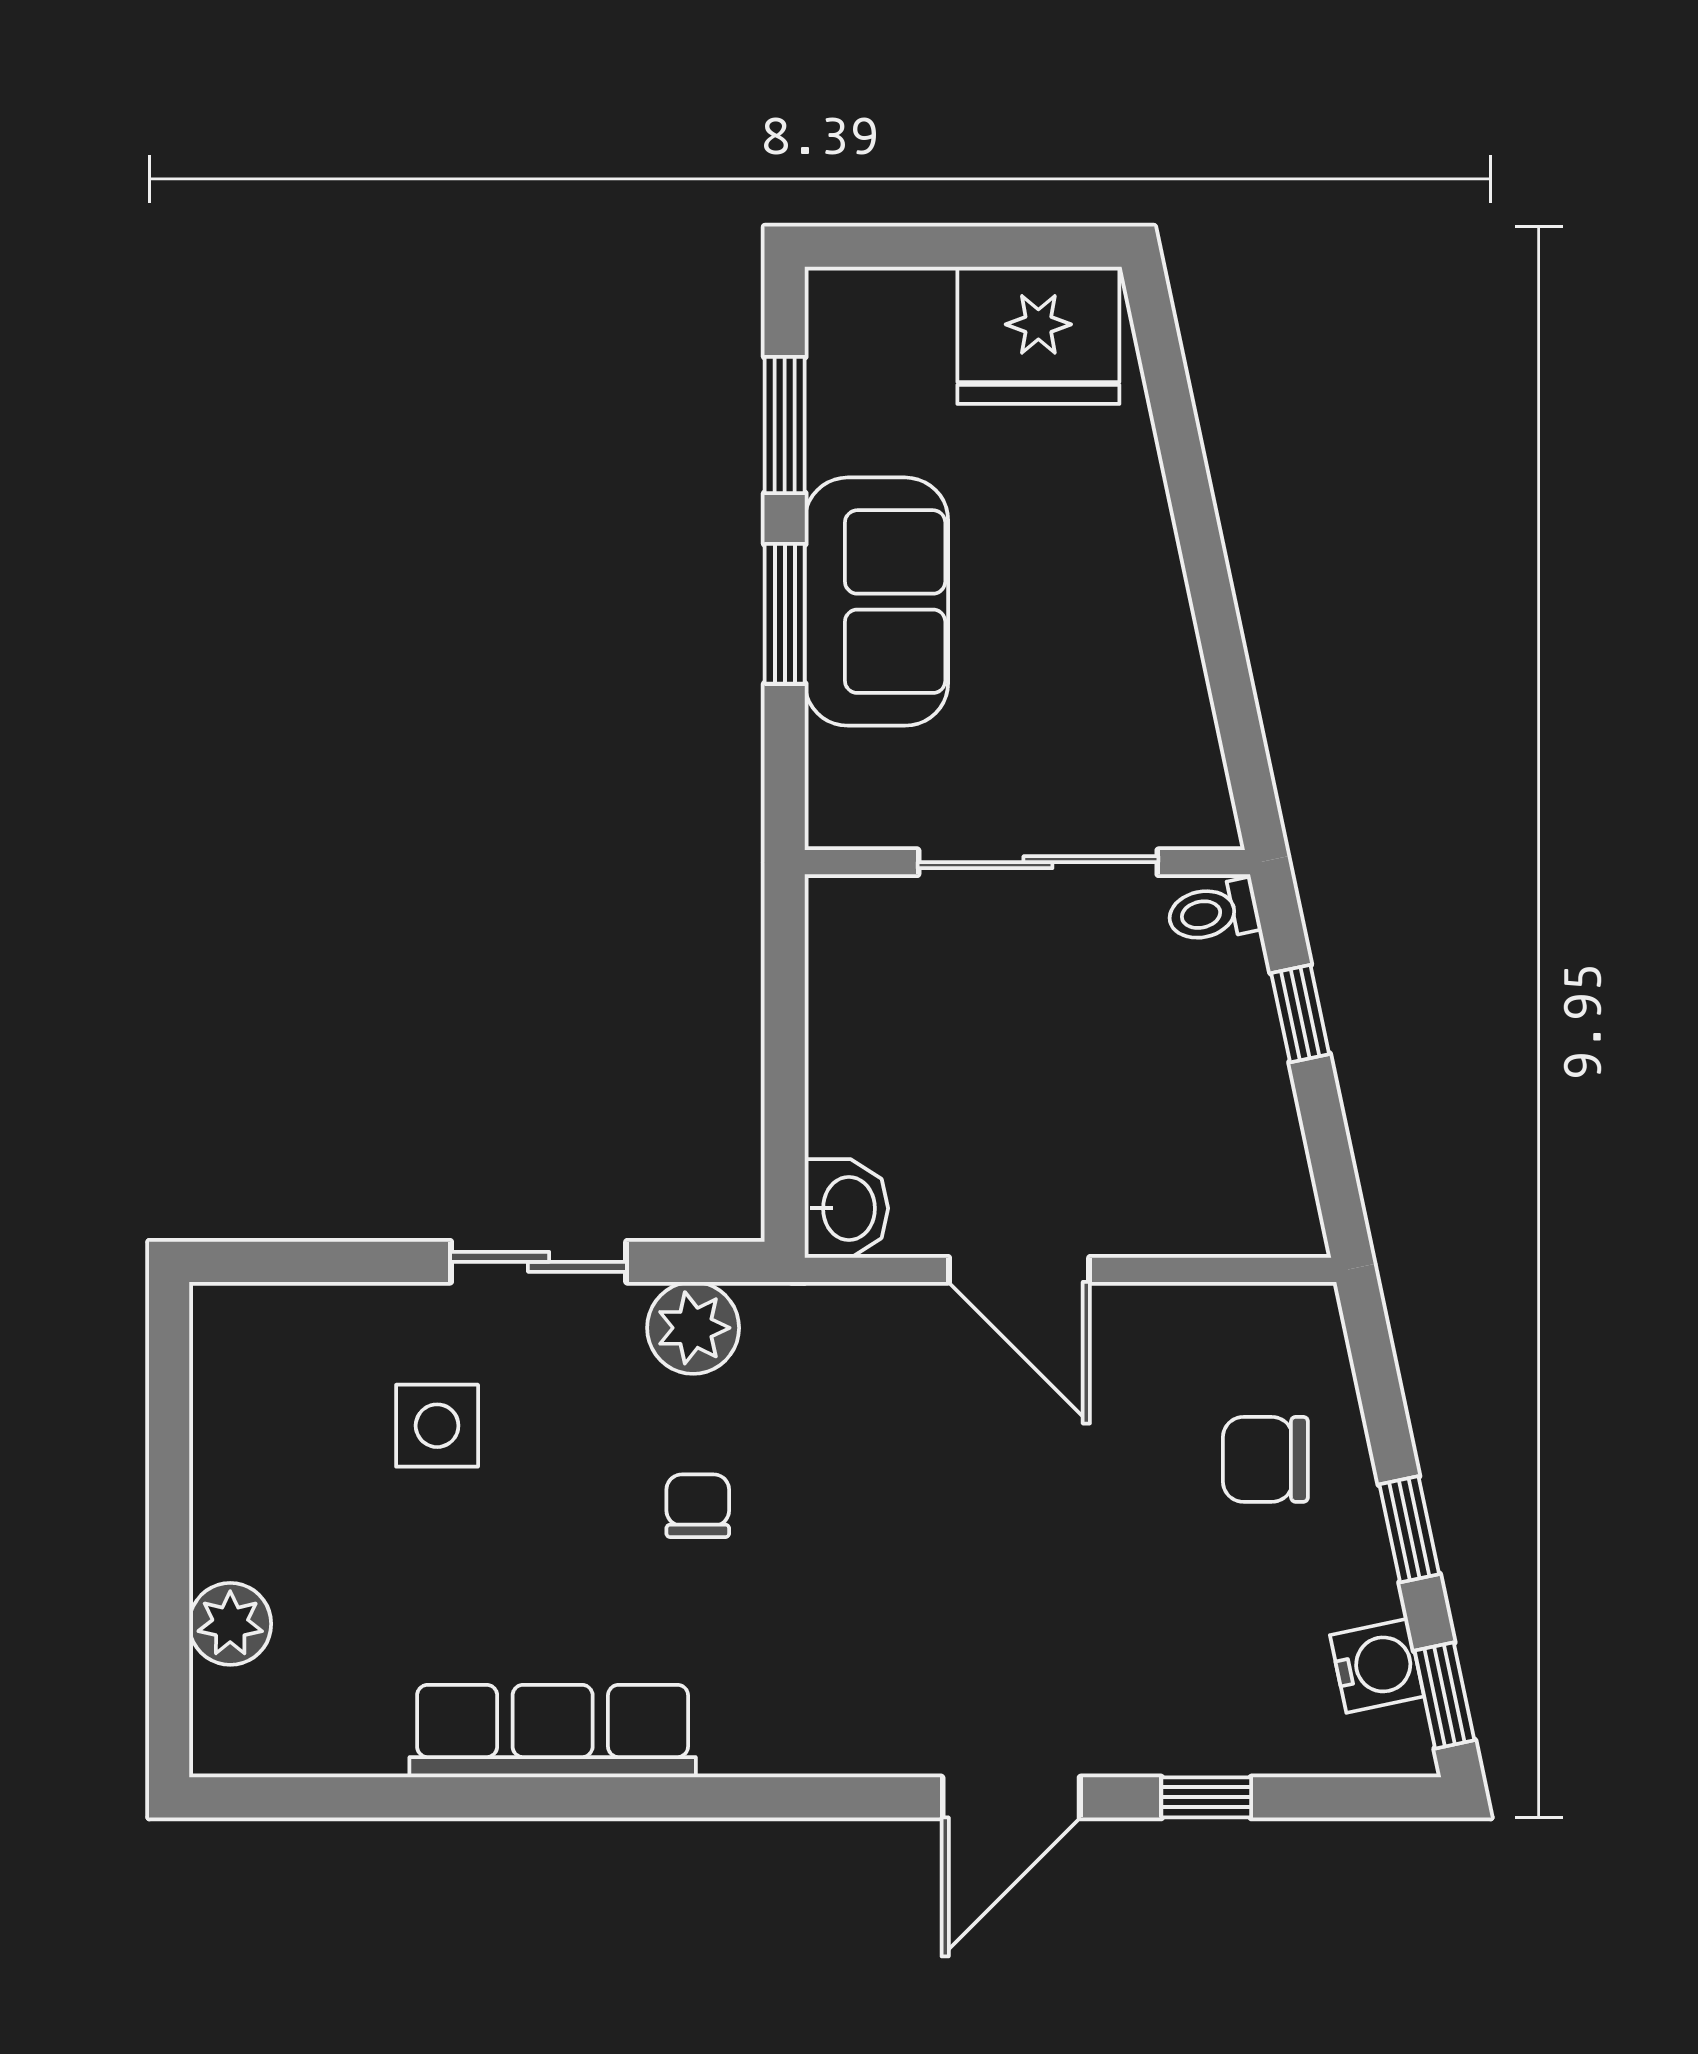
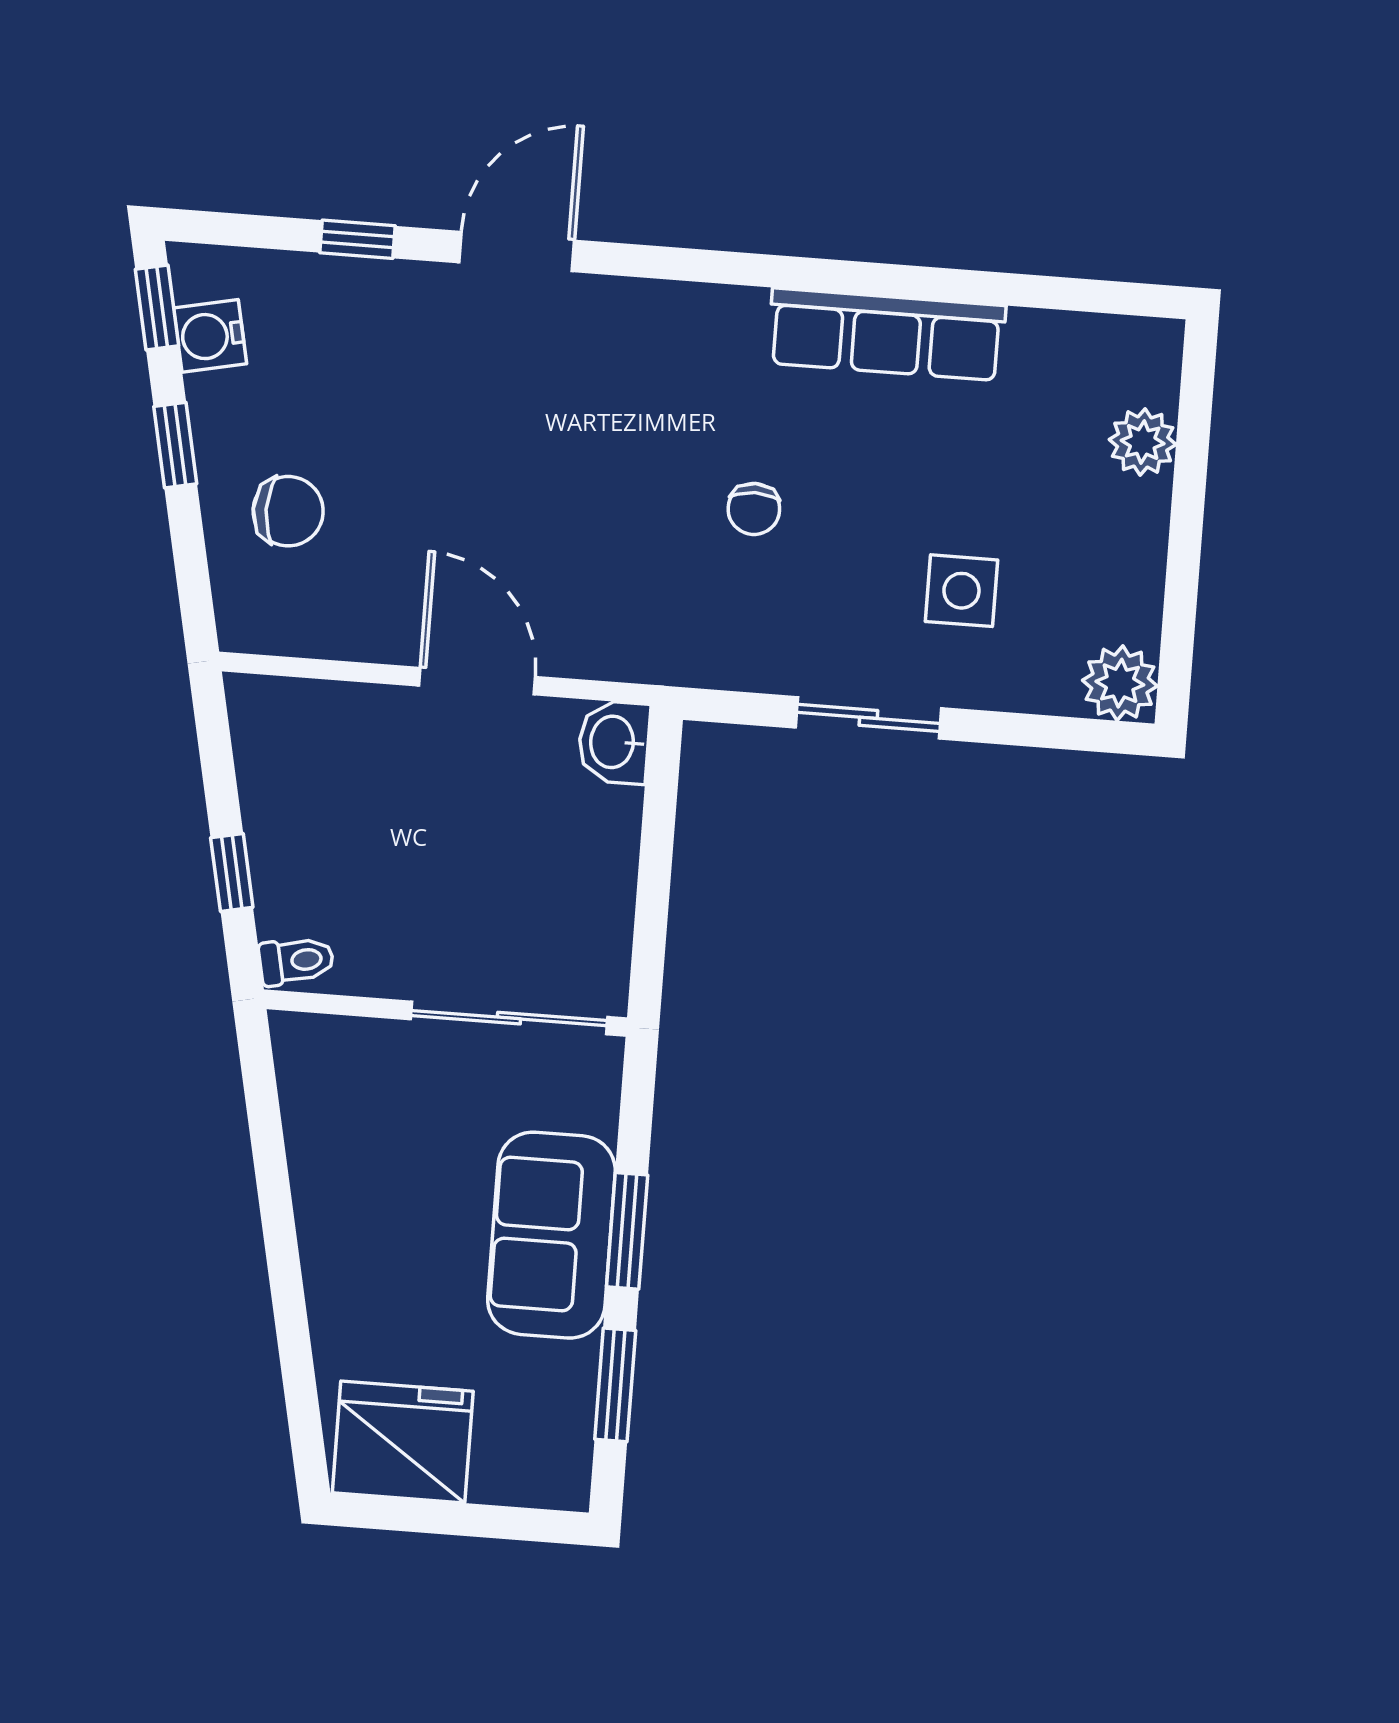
sliding door: (1038, 862) -> (509, 1018), moved
plant: (693, 1328) -> (1120, 683), moved

